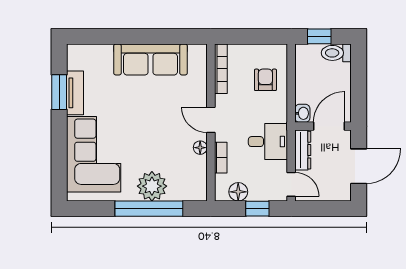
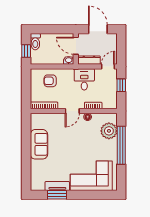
sofa: (151, 59) -> (39, 144), width x0.73
plant: (152, 186) -> (109, 131), moved
floor lamp: (238, 192) -> (112, 96), removed

